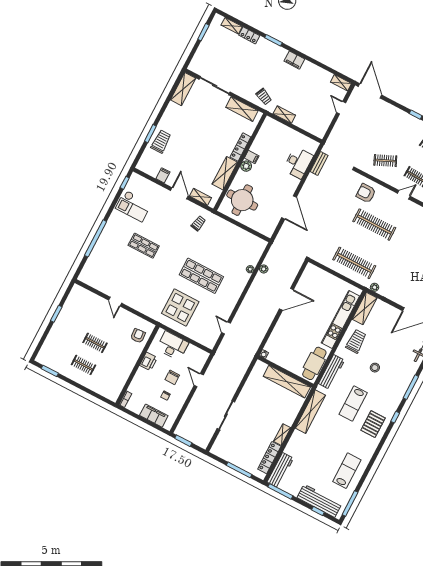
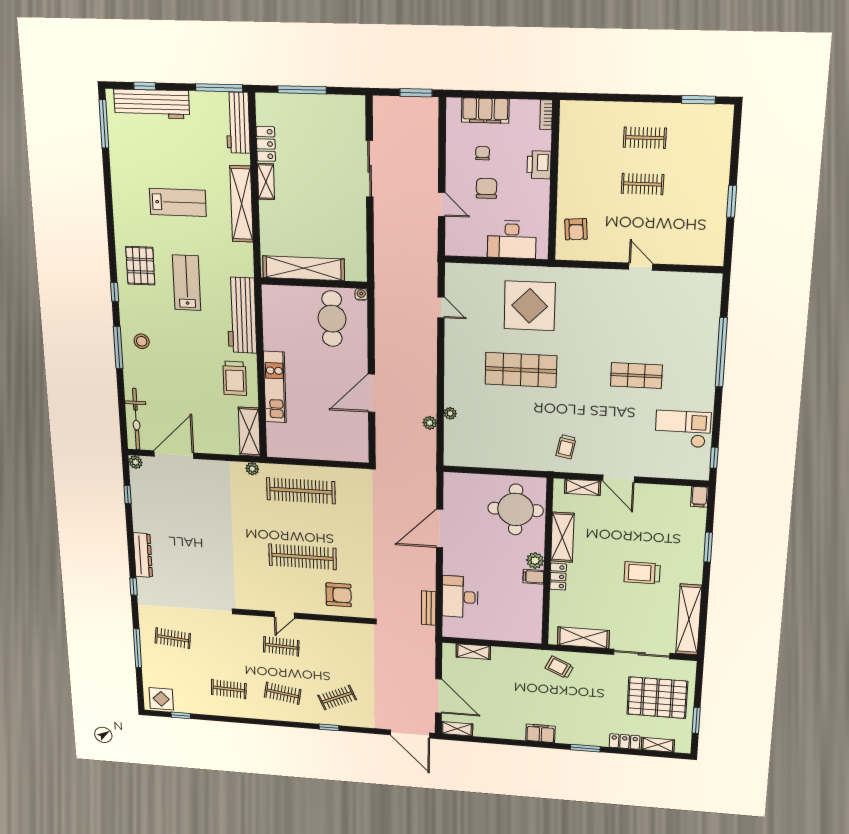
pallet: (218, 55) -> (657, 698), added
shelving: (183, 89) -> (689, 620), width x1.47
door: (341, 108) -> (438, 696), width x1.88
shelving: (284, 115) -> (473, 652), moved
trolley: (161, 142) -> (642, 573), moved, turned 90
locker: (240, 147) -> (558, 577), width x0.66
clothes rail: (385, 161) -> (337, 698), moved
filing cabinet: (163, 175) -> (699, 497), moved
door: (289, 207) -> (440, 528), hinge flipped
kitchen unit: (340, 319) -> (275, 387), width x0.73
printer: (149, 361) -> (539, 165), moved
cafe table: (314, 363) -> (332, 319), moved
stool: (375, 368) -> (142, 341), moved
workbench: (332, 372) -> (242, 315), width x1.36, depth x1.32
shelving: (310, 412) -> (241, 204), moved
locker: (269, 458) -> (266, 144), width x0.66
lab bench: (347, 471) -> (178, 202), moved, turned -90

